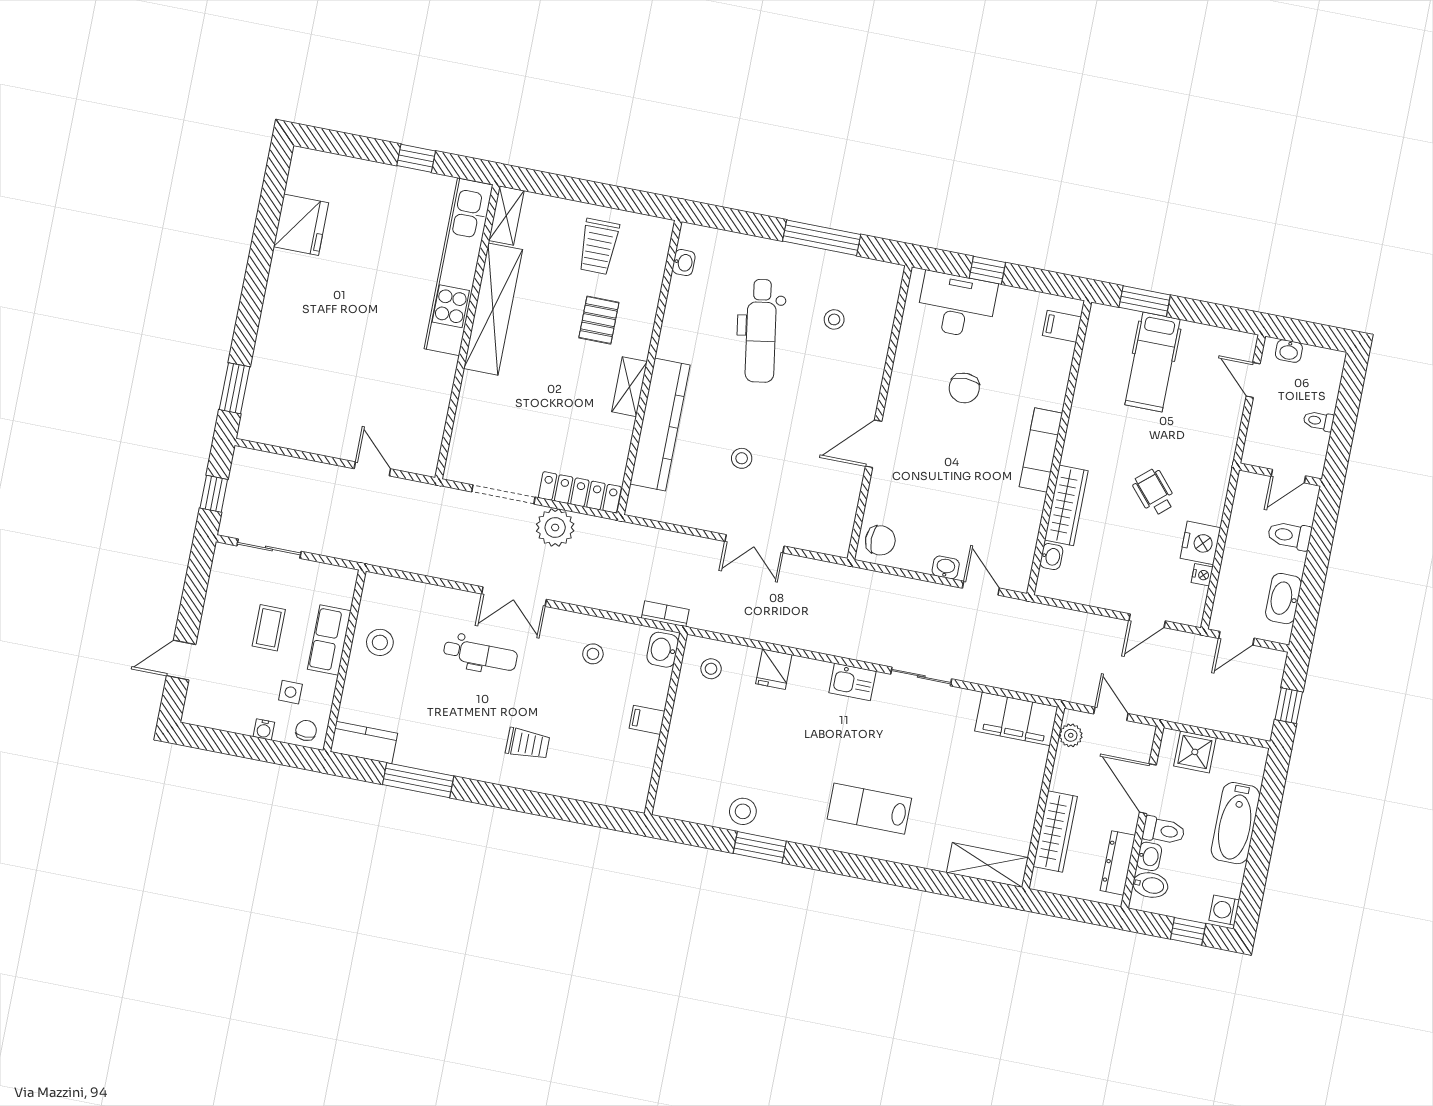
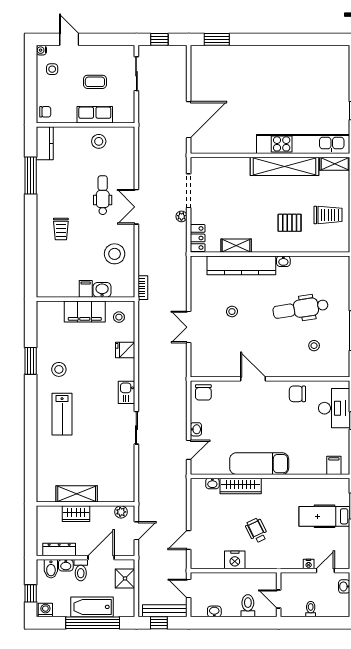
fridge: (301, 225) -> (309, 57), removed
trolley: (598, 247) -> (328, 215), turned 180
washbasin: (684, 263) -> (283, 261), moved
shelving: (629, 387) -> (236, 246), moved
chair: (964, 388) -> (297, 394), moved
exam couch: (1041, 450) -> (259, 464), width x1.36, depth x1.45
door: (372, 469) -> (189, 120), width x1.87
locker: (580, 492) -> (198, 238), width x0.66
wheelchair: (1154, 492) -> (257, 531), turned -75
plant: (555, 528) -> (181, 216), width x0.53, depth x0.53
nightstand: (1202, 575) -> (309, 564), moved
washbasin: (1283, 599) -> (214, 611), width x0.52, depth x0.69
door: (1147, 621) -> (189, 540), hinge flipped
washbasin: (663, 650) -> (102, 290), moved
stool: (593, 654) -> (115, 254), width x1.89, depth x1.89
dental chair: (480, 655) -> (103, 195), turned 180
bench: (1269, 690) -> (165, 611), added
side table: (290, 692) -> (52, 69), moved
filing cabinet: (1016, 719) -> (85, 311), moved, turned -90
water cooler: (264, 729) -> (41, 50), moved
lab bench: (869, 809) -> (62, 414), turned 180
stool: (743, 811) -> (59, 369), moved
window: (1265, 828) -> (93, 623), added
wardrobe: (1055, 832) -> (76, 514), width x0.67
shelving: (987, 865) -> (77, 494), moved, turned 90

